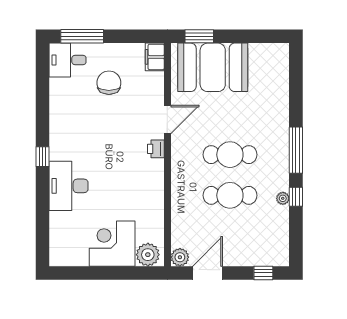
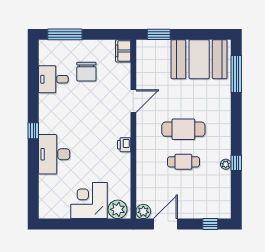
desk: (68, 60) -> (53, 79), moved
booth: (213, 67) -> (199, 59), moved
chair: (109, 83) -> (86, 72), turned 180
printer: (156, 149) -> (124, 145), moved
window: (296, 150) -> (236, 74), moved
cafe table: (230, 195) -> (183, 162), width x0.73, depth x0.74

